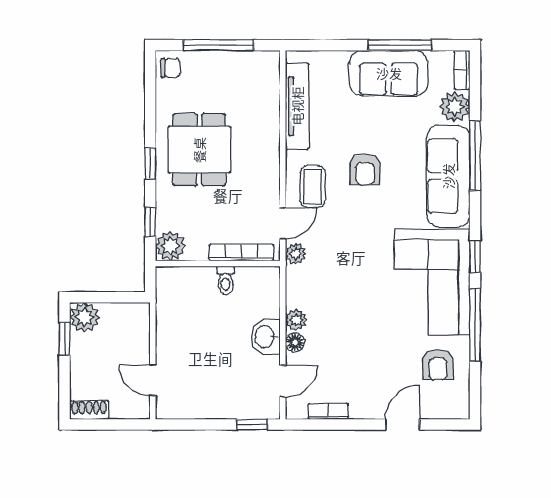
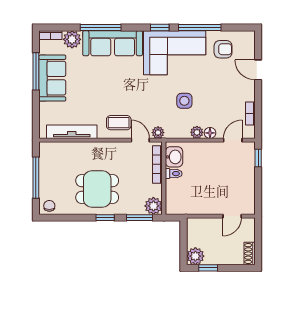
armchair: (365, 169) -> (109, 92), removed
window: (150, 222) -> (139, 218), width x1.50
side table: (350, 299) -> (184, 101), added
washbasin: (265, 337) -> (174, 157), moved, turned -90
door: (283, 381) -> (233, 140), hinge flipped

